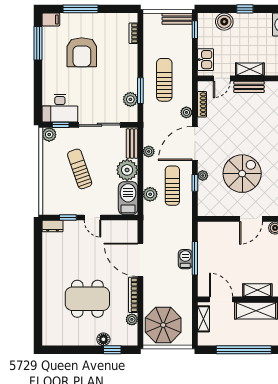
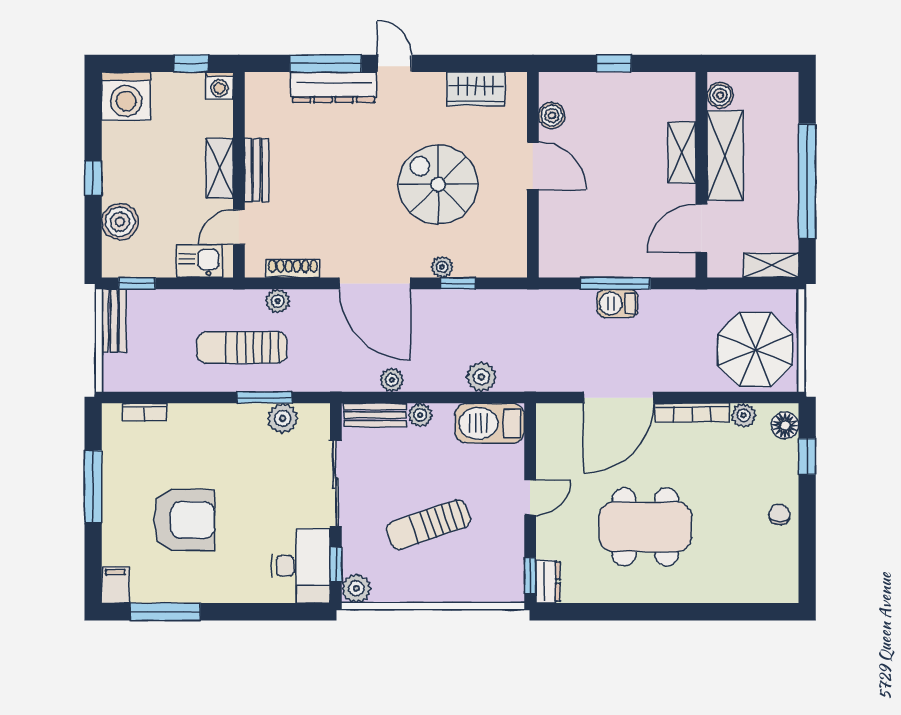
window: (80, 9) -> (93, 487), moved
door: (222, 78) -> (239, 227), swing flipped
plant: (186, 112) -> (278, 301), moved
plant: (127, 170) -> (420, 415), width x0.53, depth x0.53
sun lounger: (172, 186) -> (463, 331), removed
window: (68, 218) -> (530, 576), moved
dining table: (87, 299) -> (645, 527), moved, turned 90
shelving: (204, 319) -> (771, 265), moved
chair: (84, 337) -> (779, 515), added
floor lamp: (103, 339) -> (785, 425), moved

